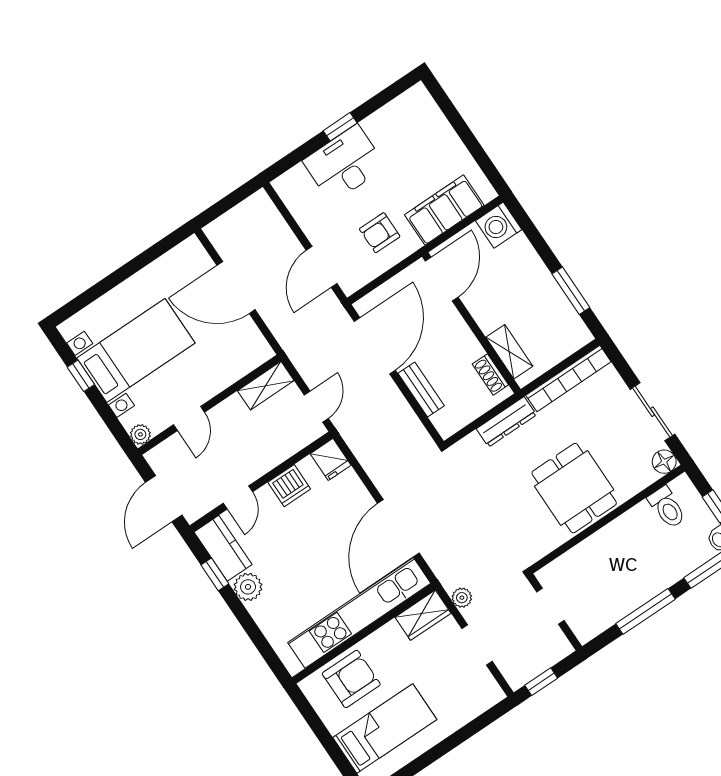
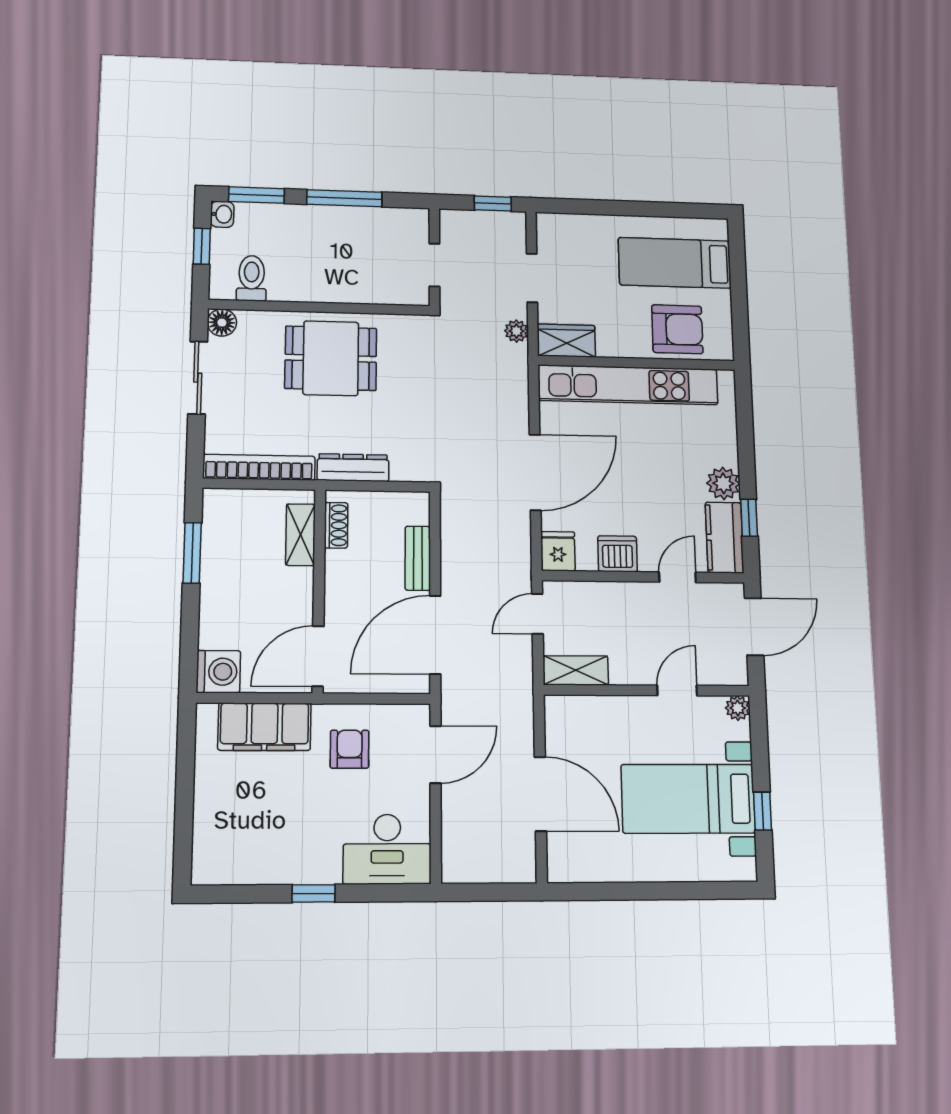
desk: (344, 164) -> (387, 849), moved
armchair: (380, 233) -> (350, 749), turned -90
dining table: (574, 488) -> (331, 358), turned 90
door: (398, 528) -> (535, 472), moved
armchair: (351, 679) -> (677, 329), turned 180

